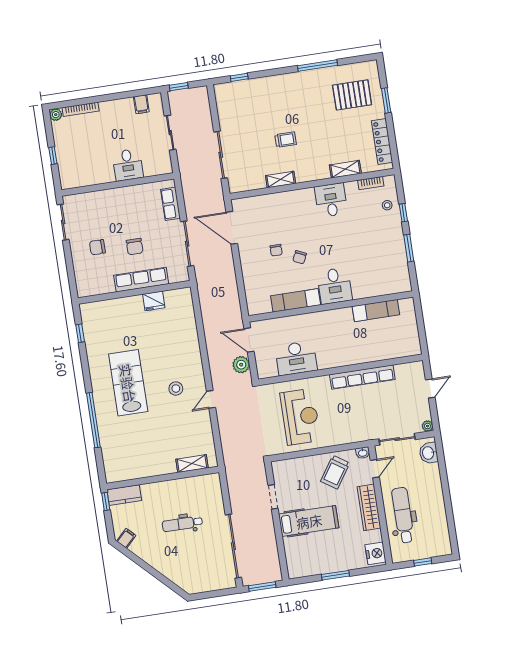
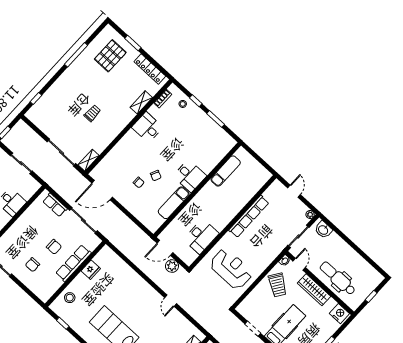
shelving: (281, 179) -> (89, 160), moved
stool: (176, 389) -> (70, 298), moved

